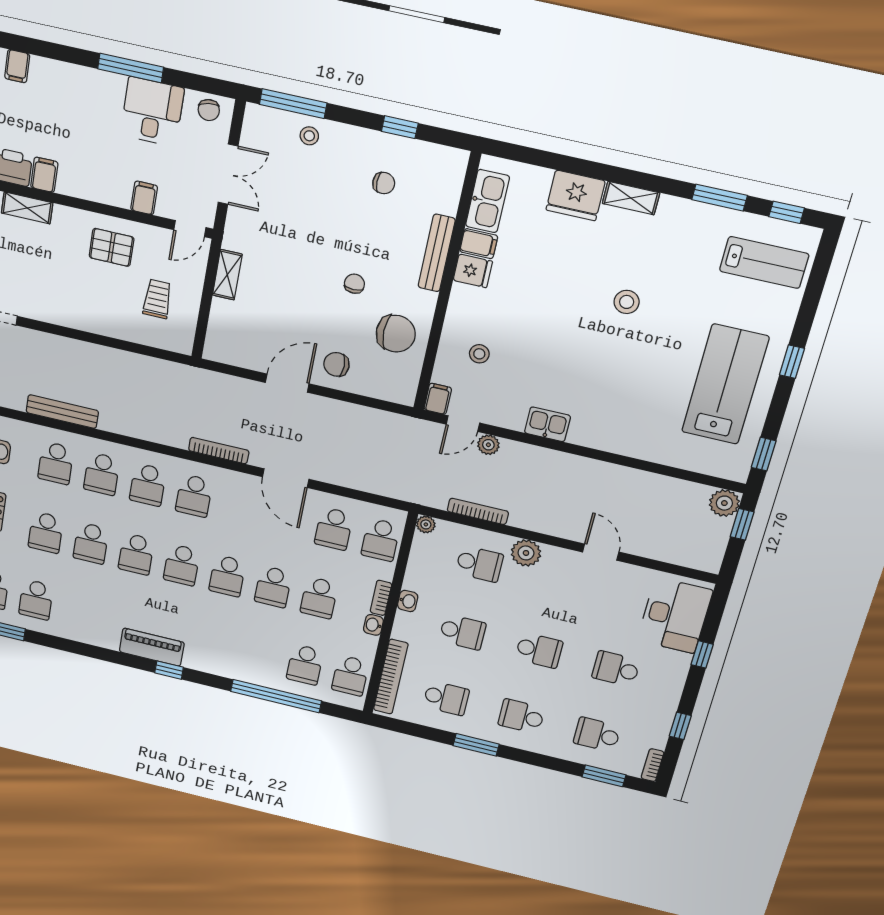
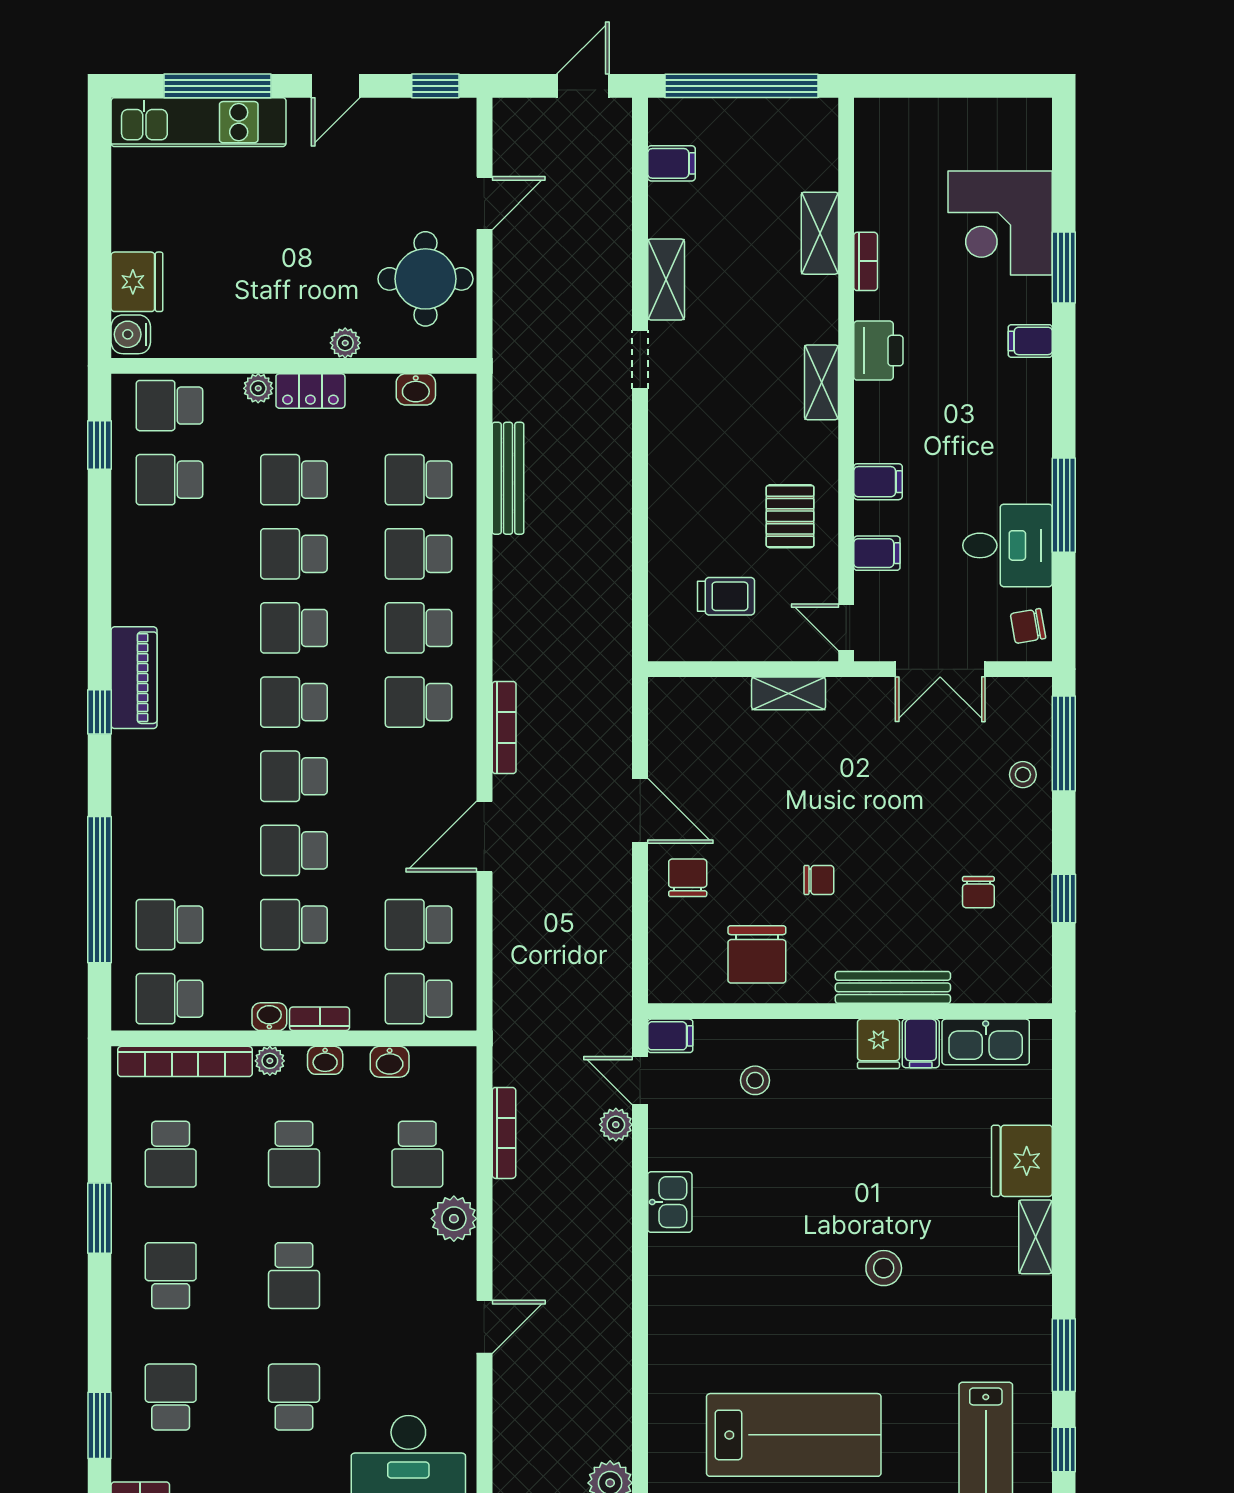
filing cabinet: (44, 175) -> (878, 482), moved
plant: (426, 524) -> (270, 1061), moved
washbasin: (417, 565) -> (390, 1062), added

